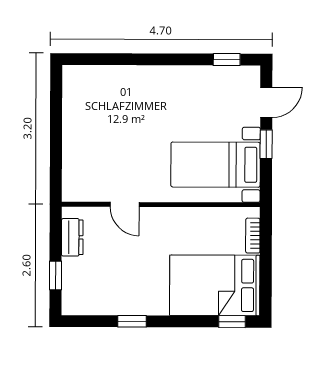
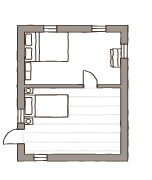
dresser: (72, 237) -> (116, 58), moved
window: (132, 321) -> (99, 29), moved
window: (232, 322) -> (50, 29), moved

